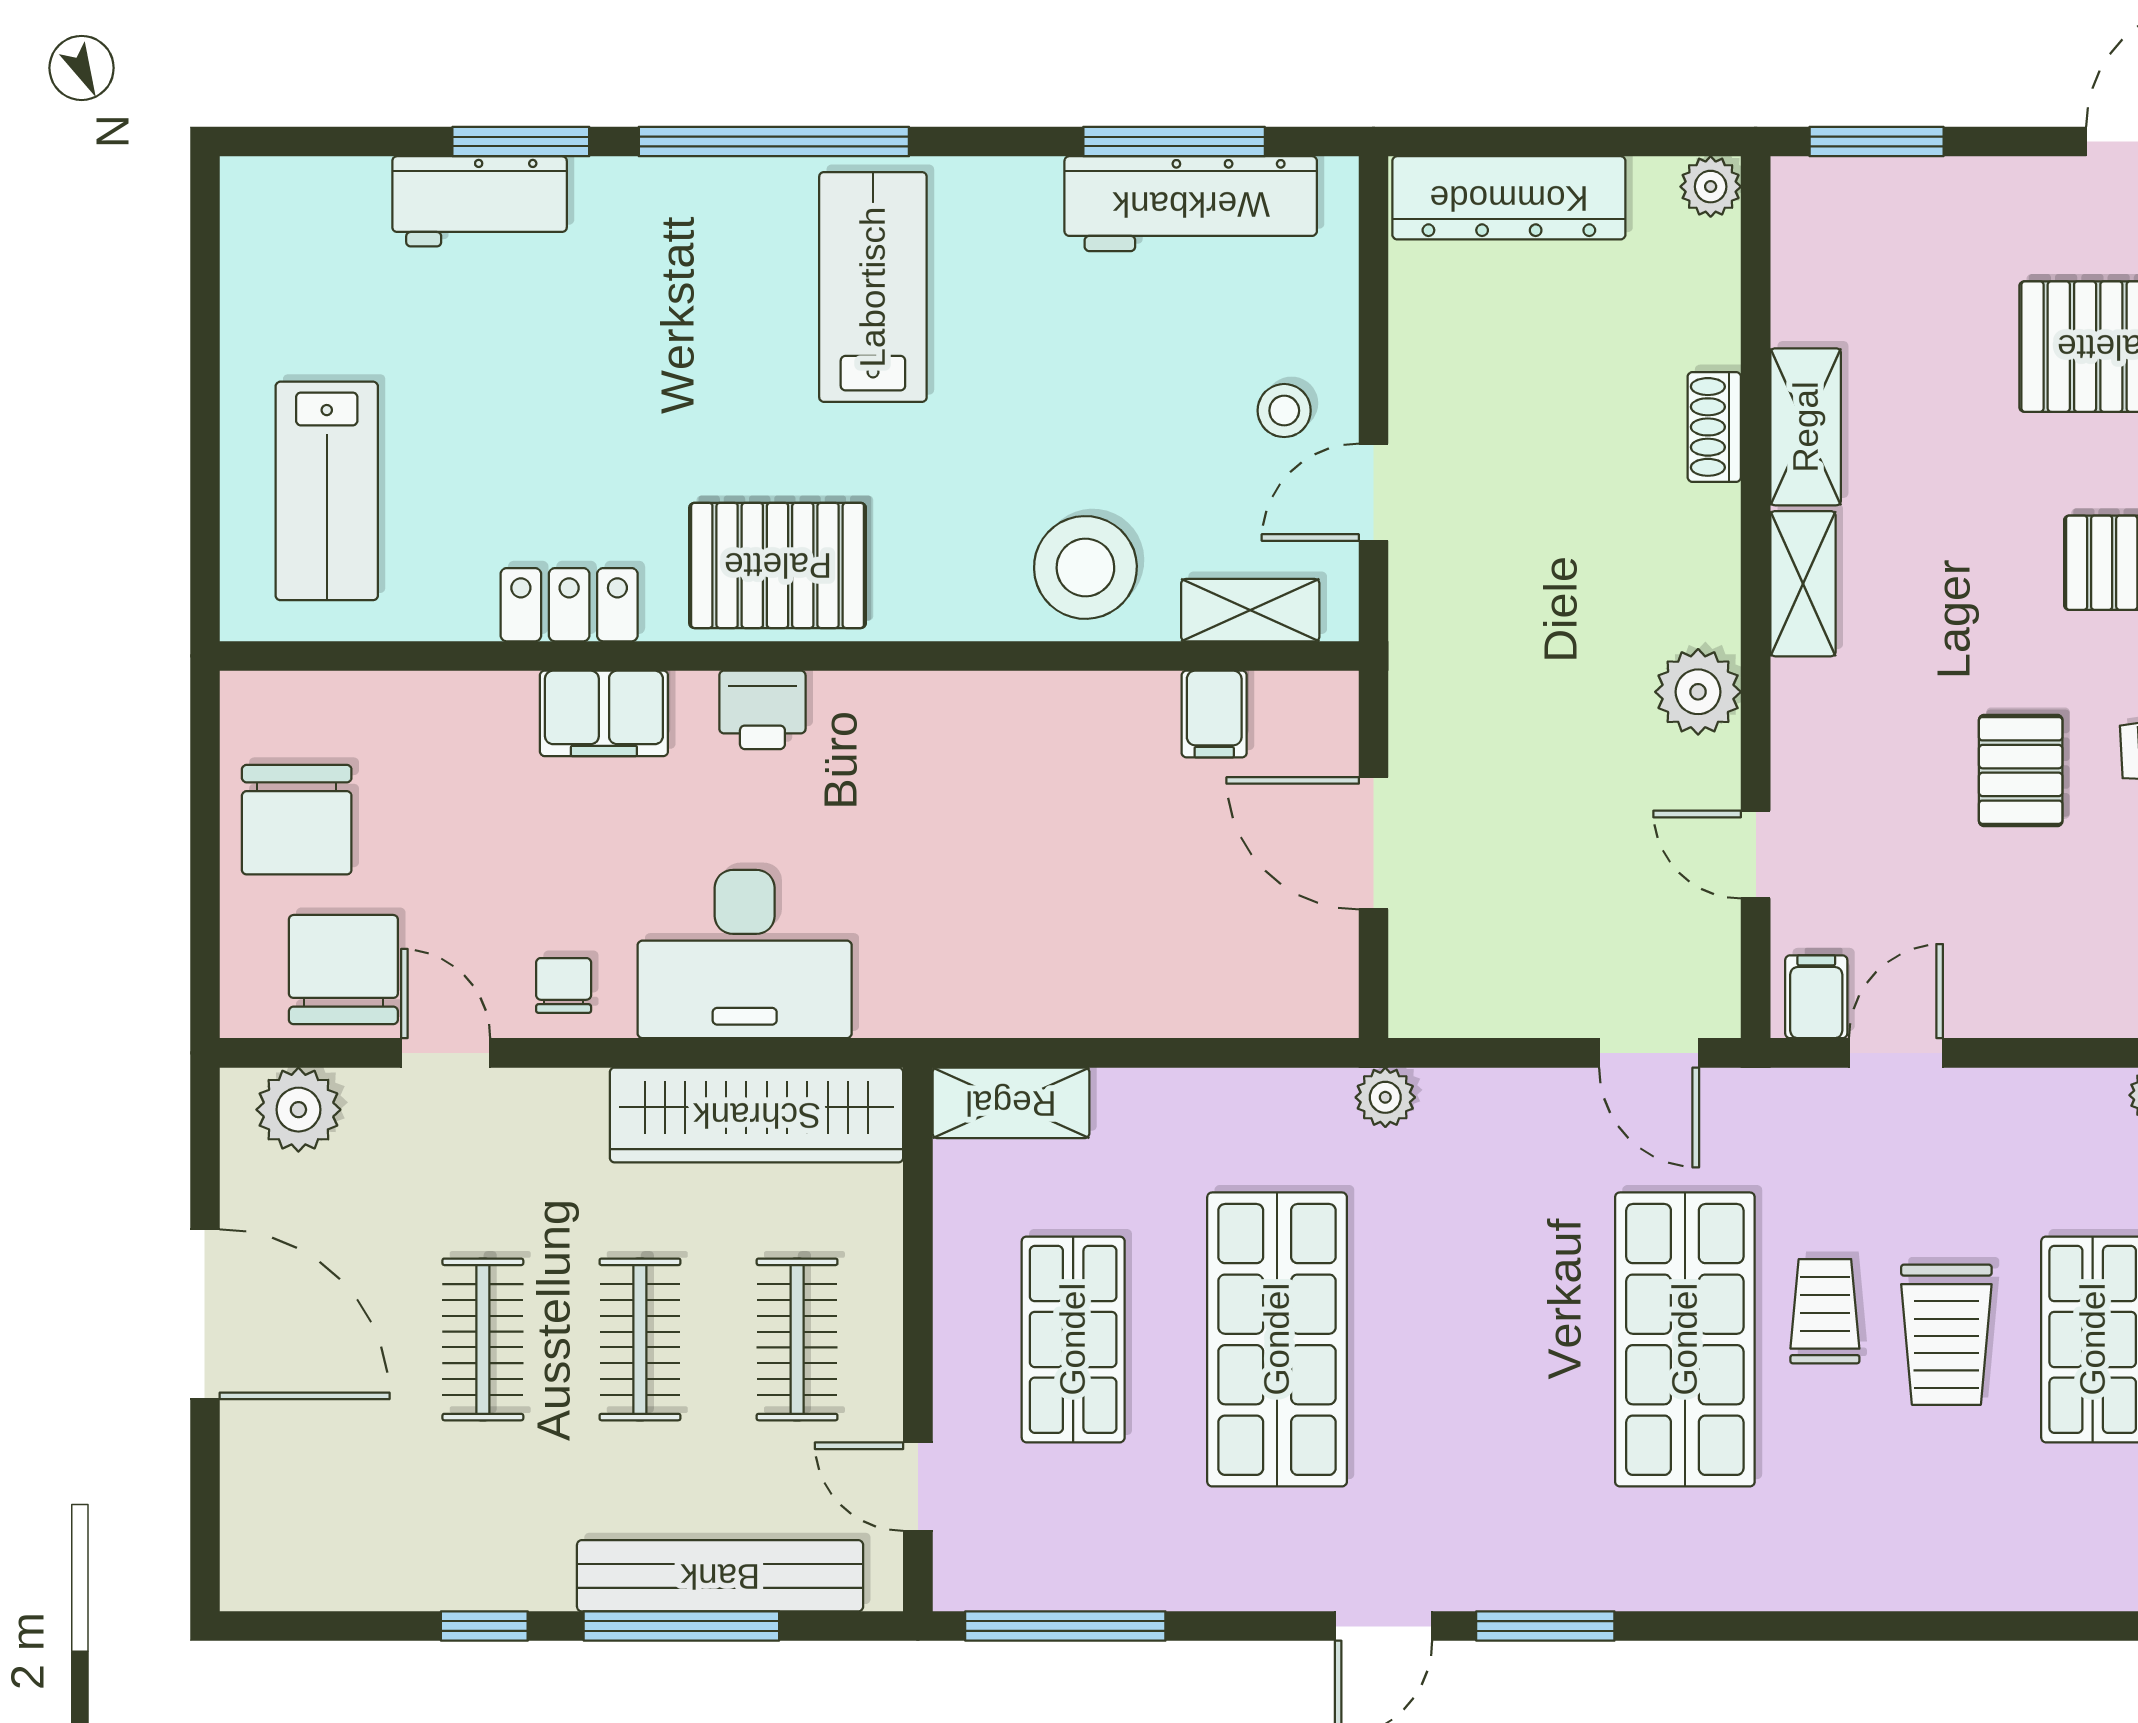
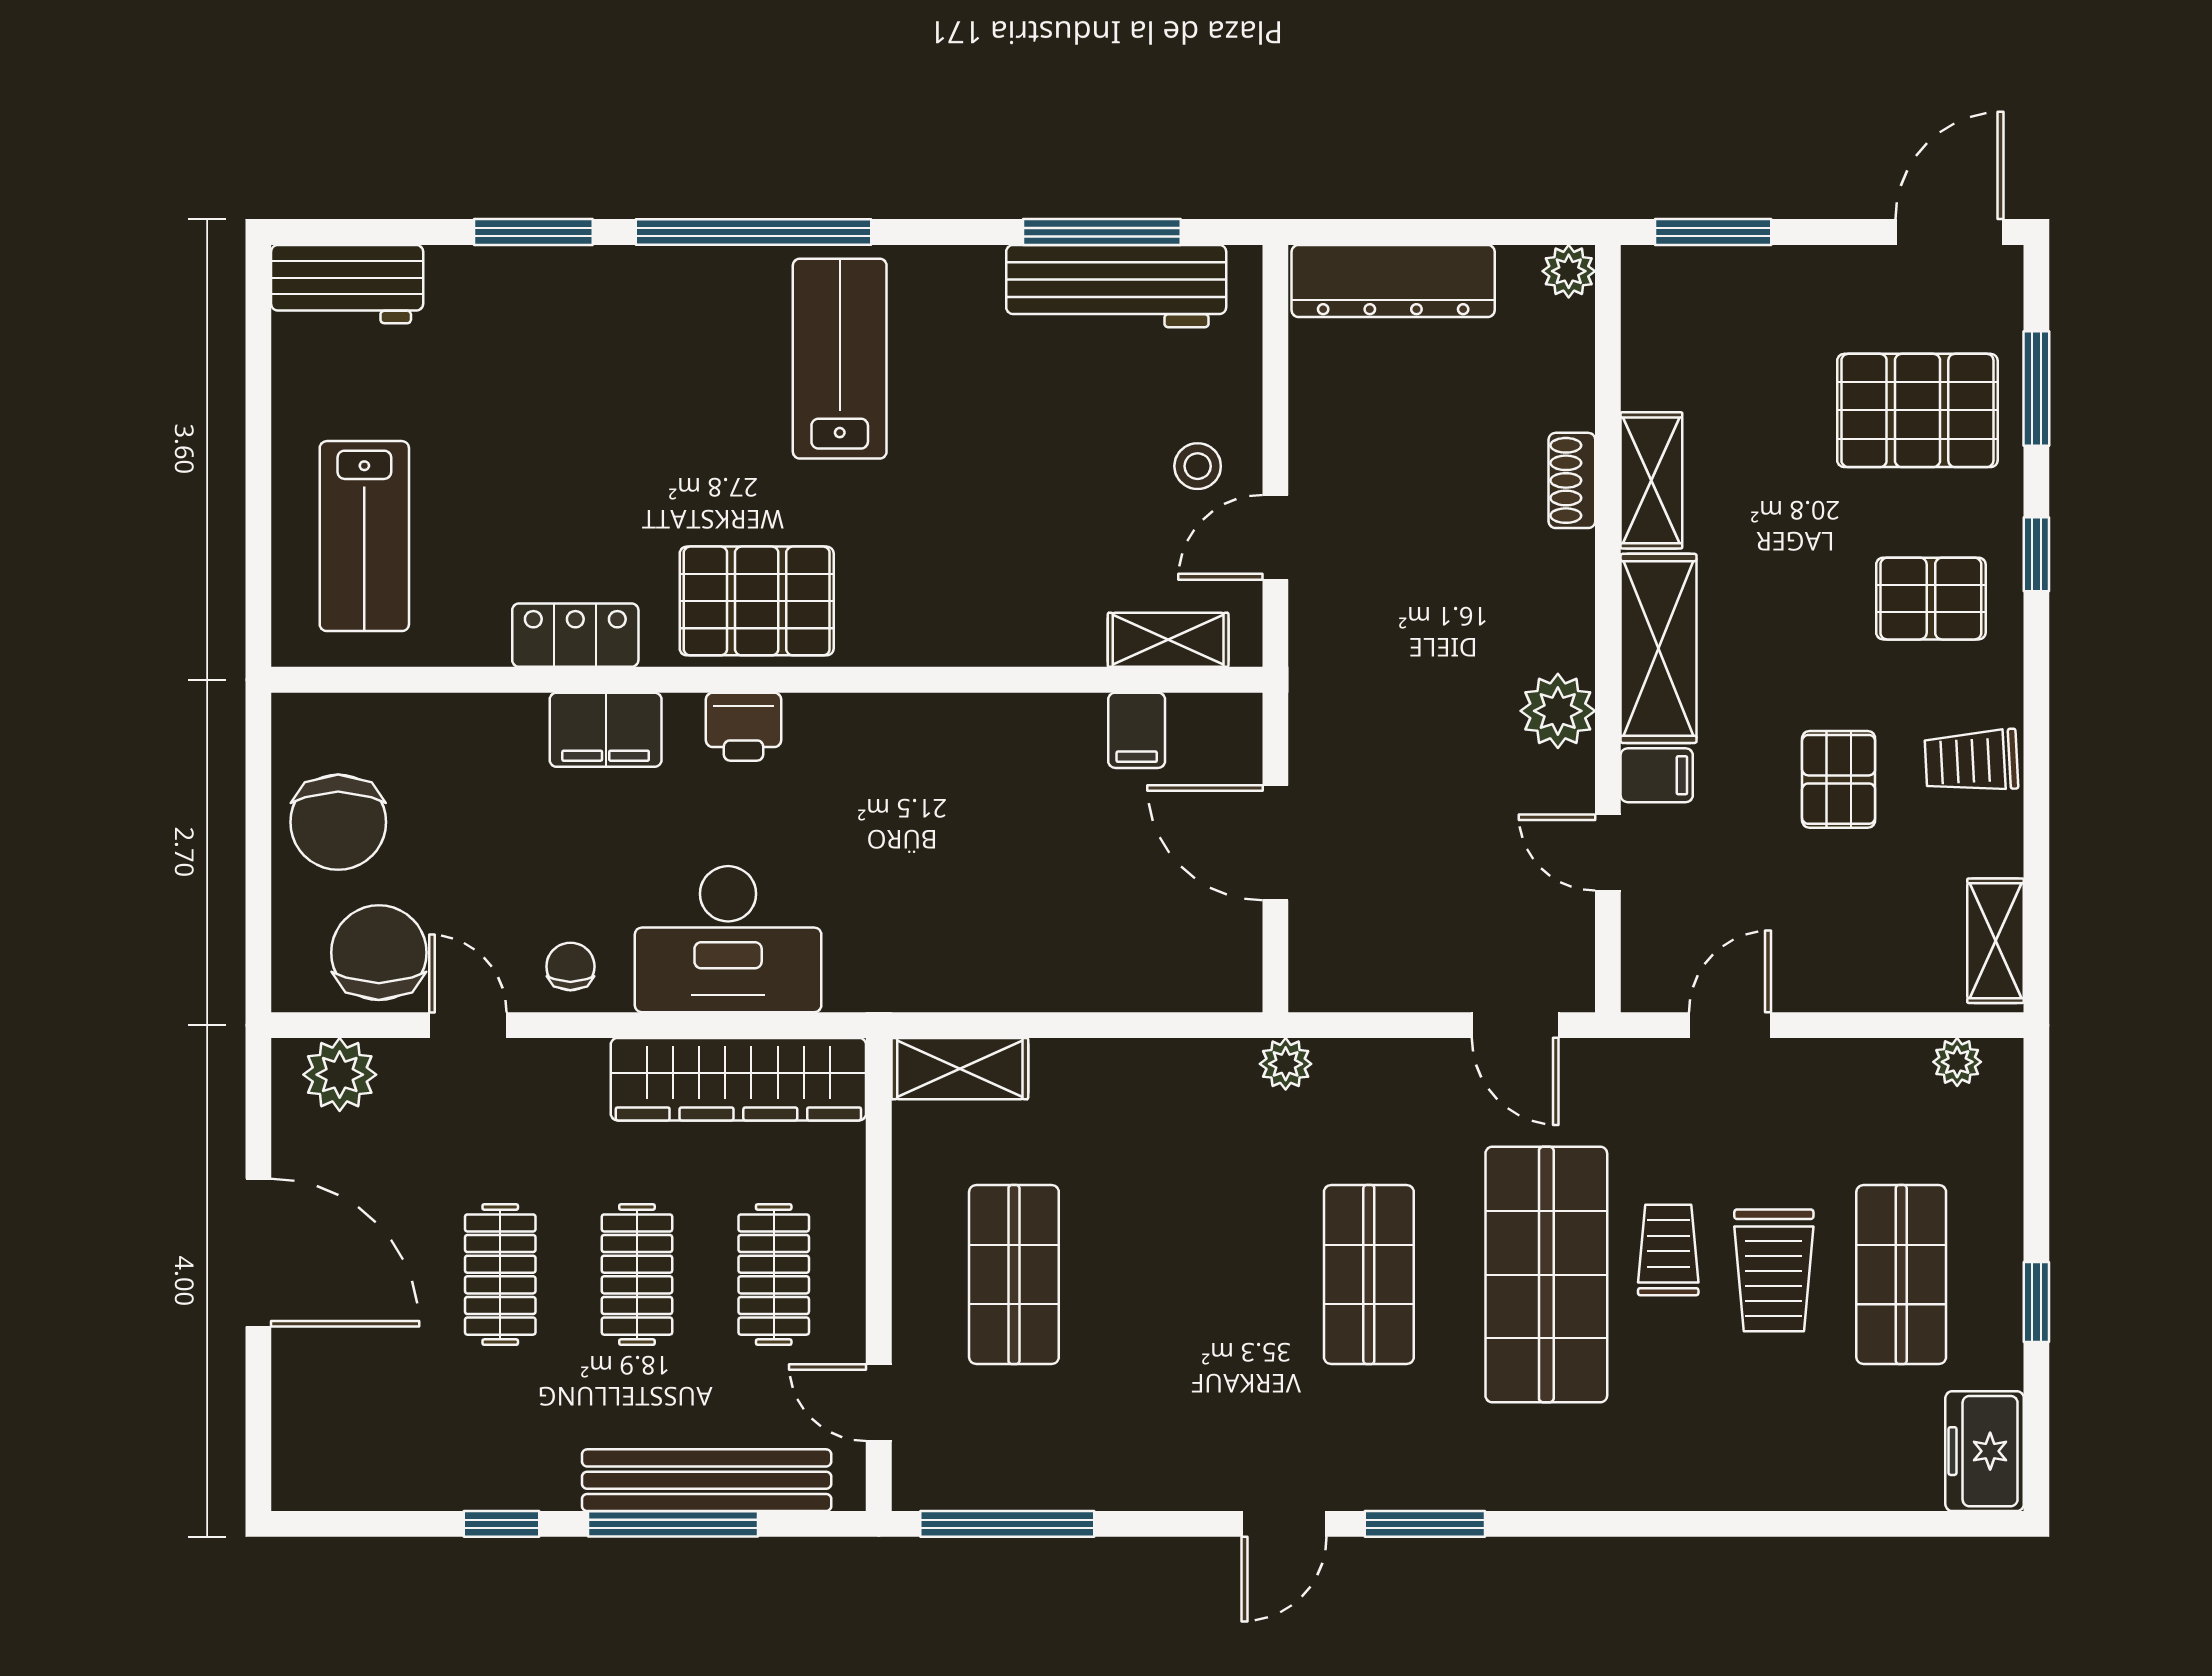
workbench: (480, 201) -> (347, 284), moved
stool: (1085, 567) -> (1025, 603), removed
shelving: (1803, 584) -> (1659, 648), width x1.50, depth x1.33
filing cabinet: (1816, 997) -> (1657, 775), moved, turned 90
shop shelf: (1277, 1339) -> (1369, 1275), moved, width x0.70, depth x0.74

